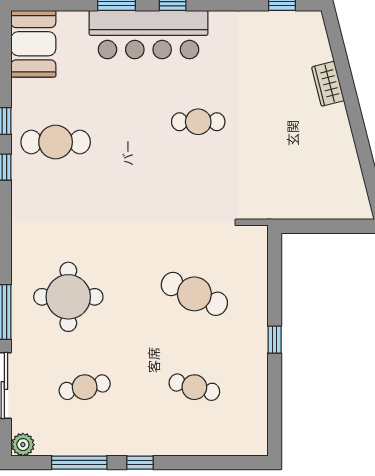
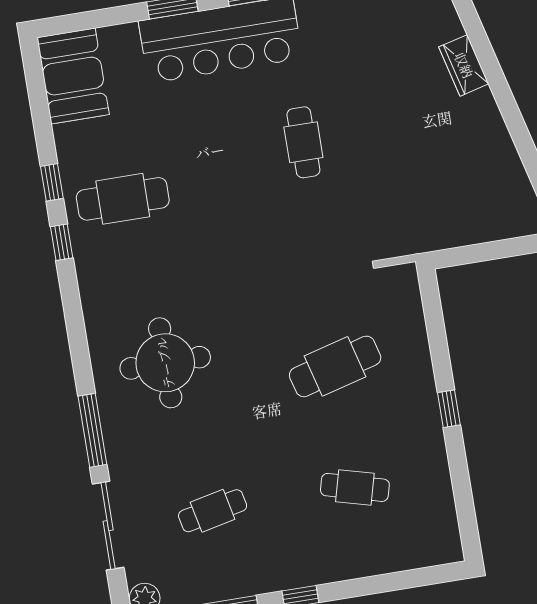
cafe table: (198, 122) -> (303, 142), turned 90
cafe table: (194, 294) -> (335, 366), turned -39
round table: (68, 297) -> (165, 363), moved

